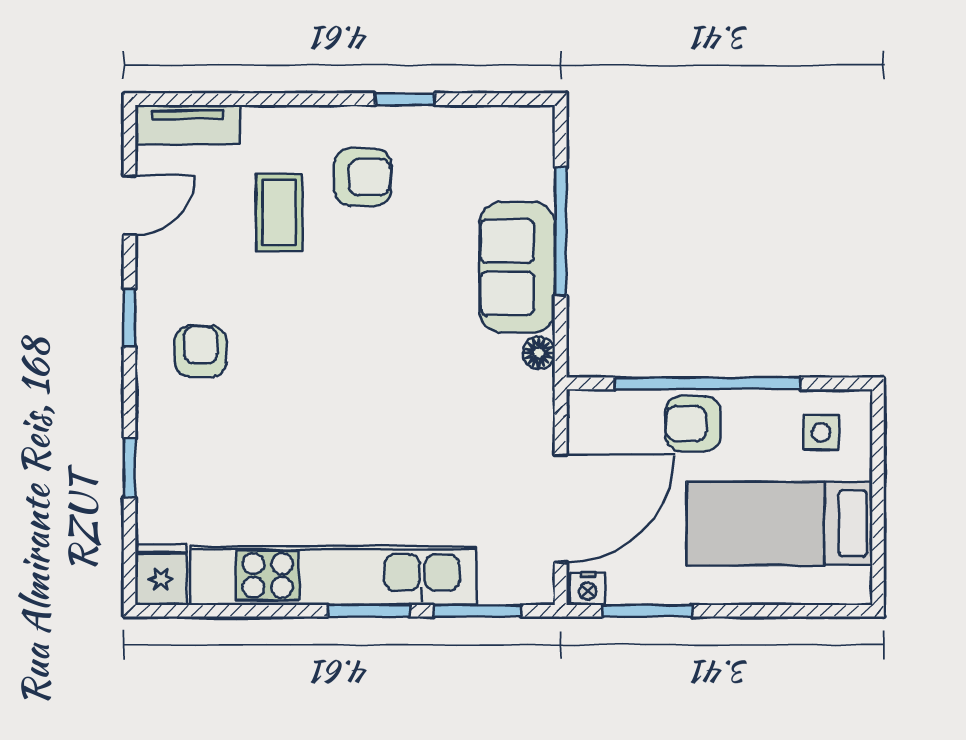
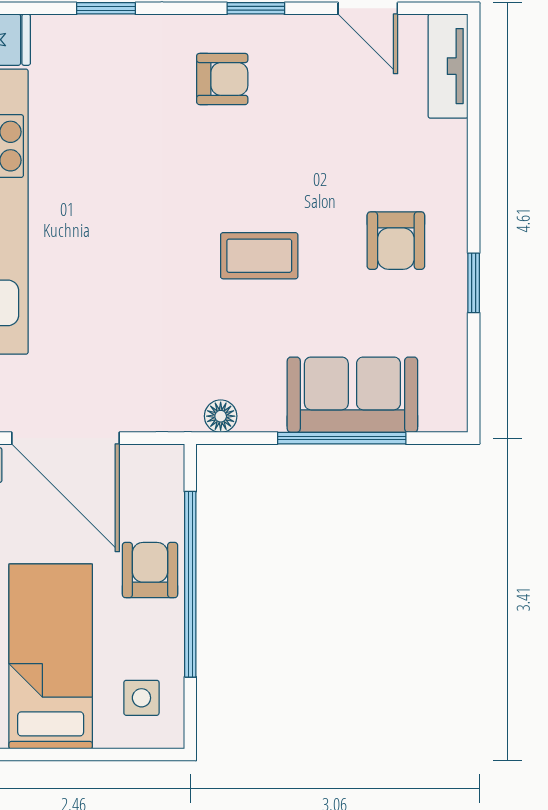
coffee table: (279, 213) -> (259, 256), moved
sofa: (517, 267) -> (352, 395), moved

